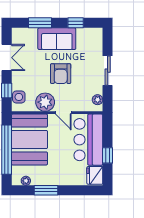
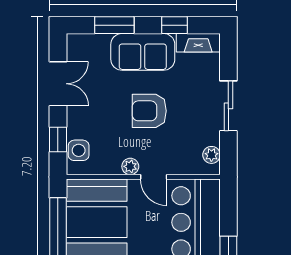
fireplace: (90, 33) -> (198, 43), added
armchair: (61, 74) -> (149, 111), turned 90
plant: (45, 102) -> (130, 166), width x0.53, depth x0.53

